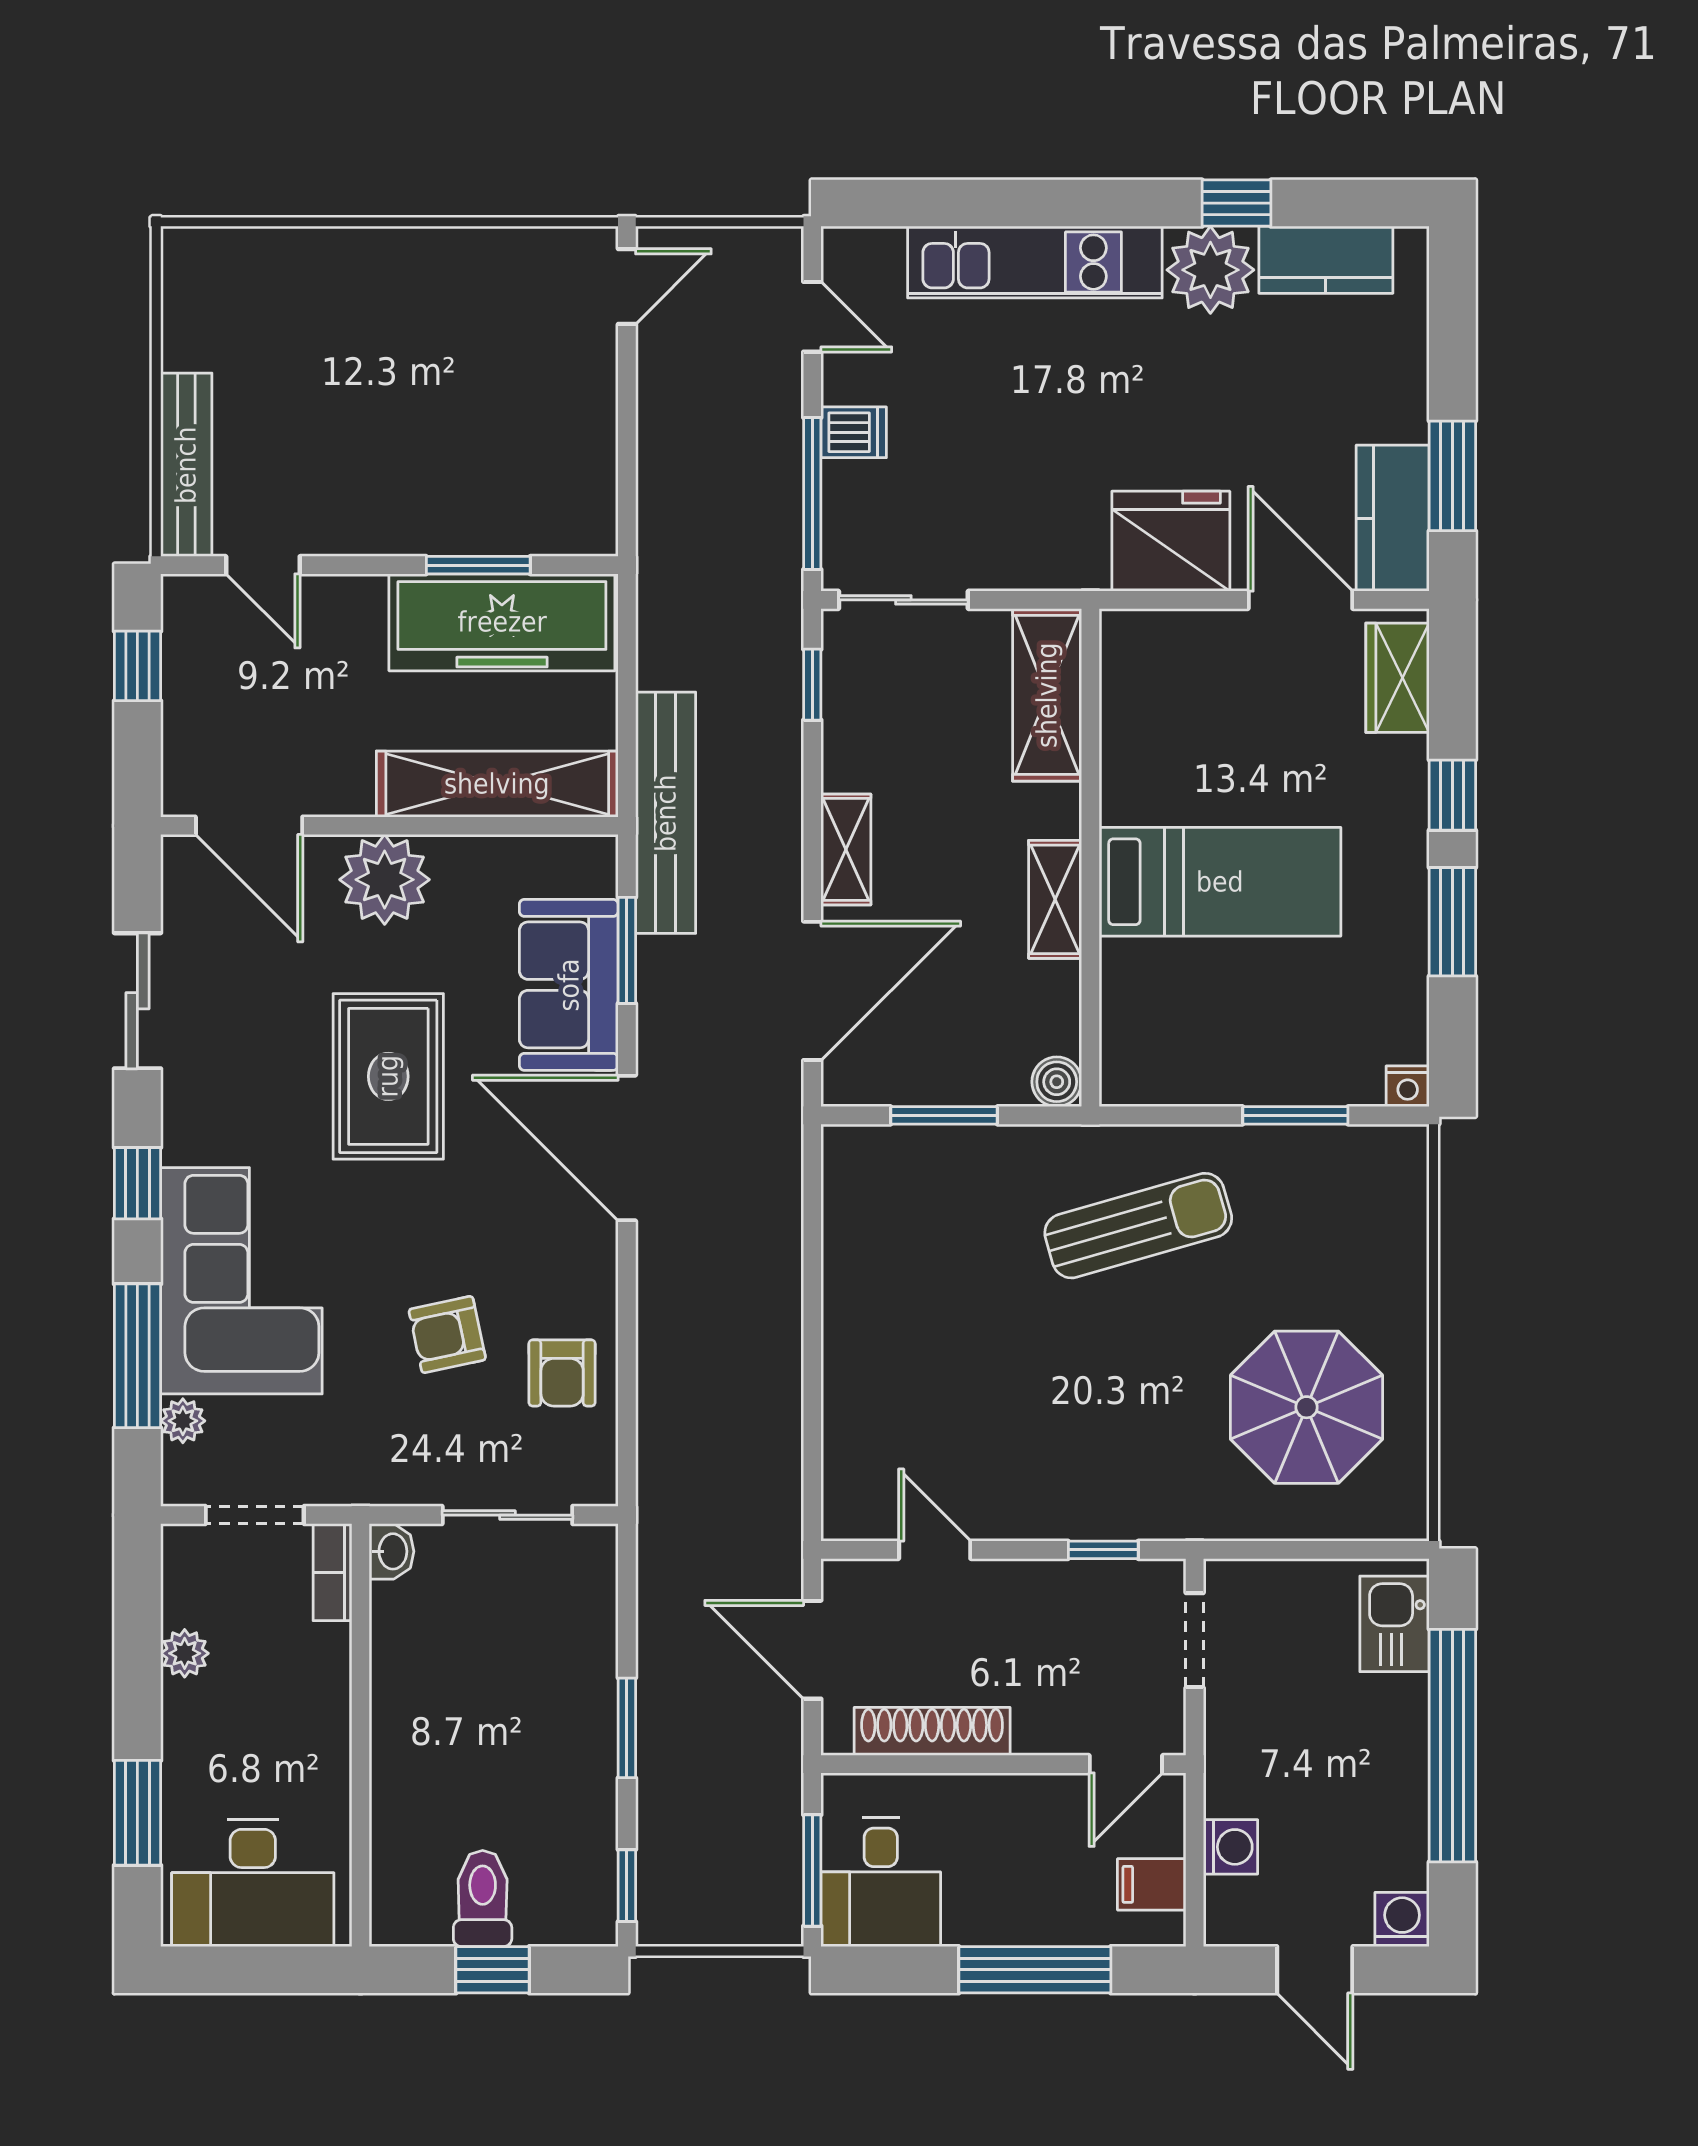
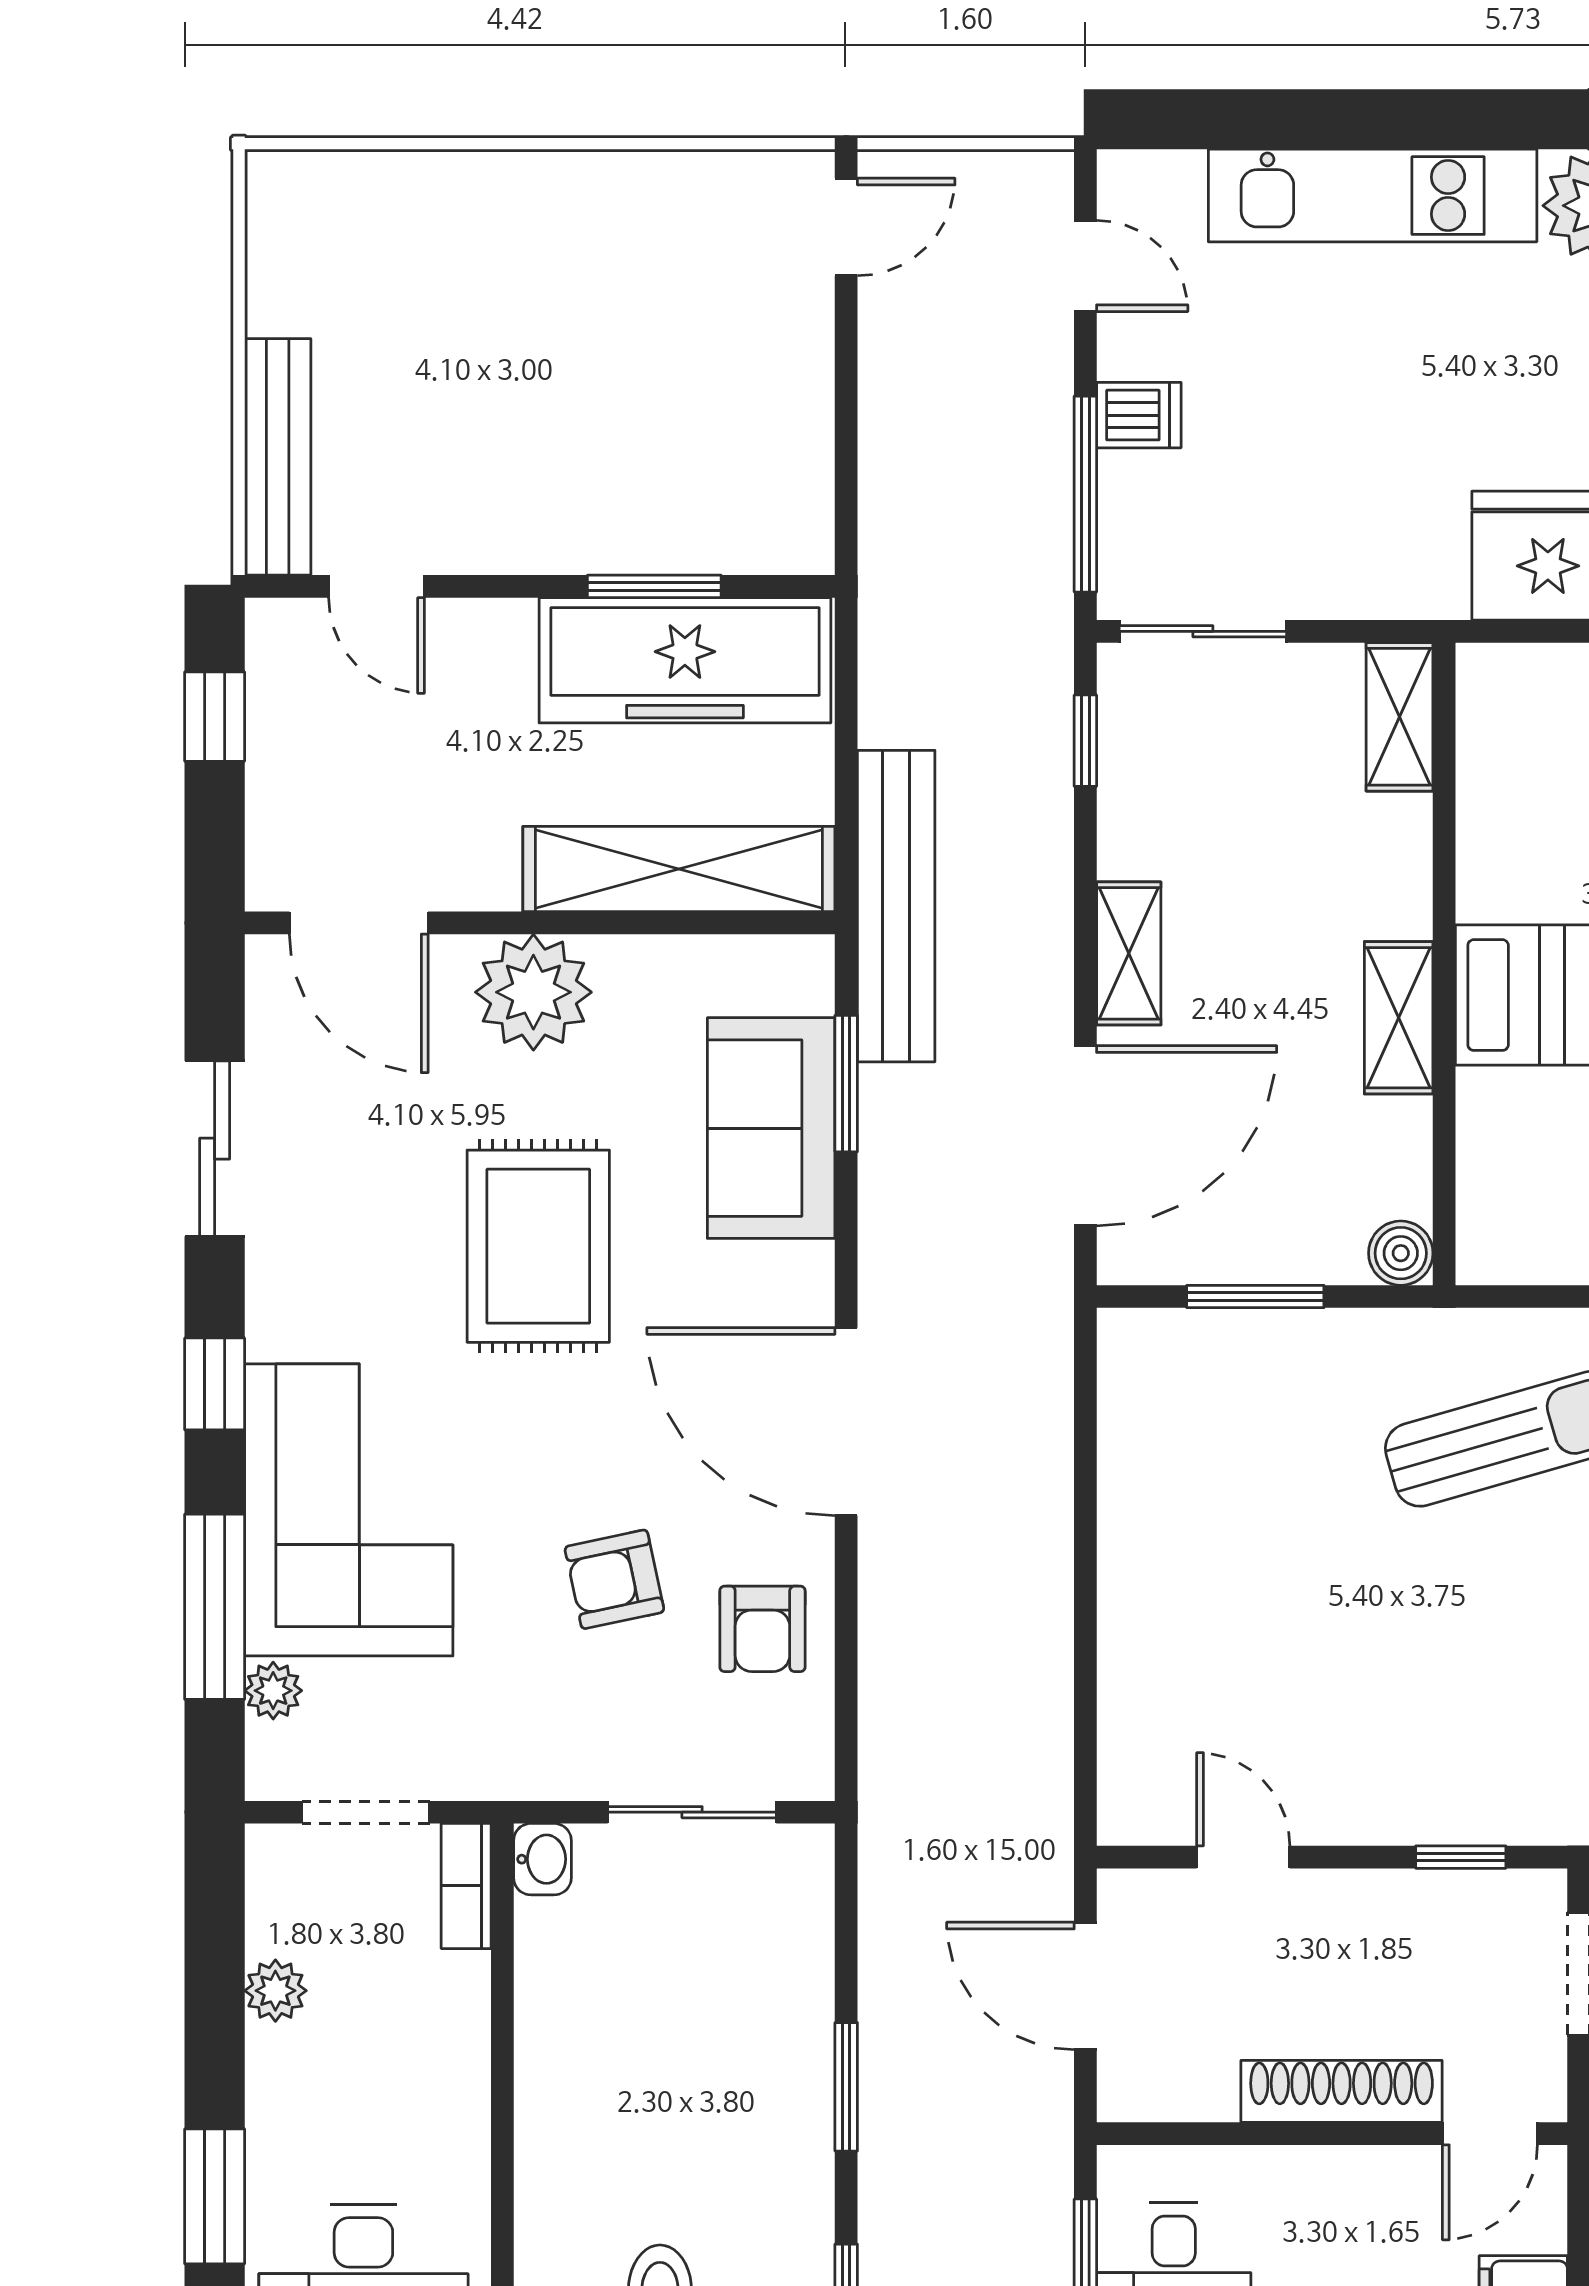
shelving: (1047, 695) -> (1400, 717), width x0.67, depth x0.75
door: (627, 1148) -> (846, 1422), moved
shoe rack: (932, 1731) -> (1342, 2091), moved

